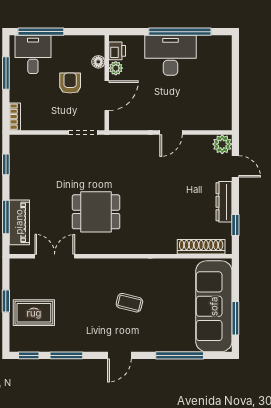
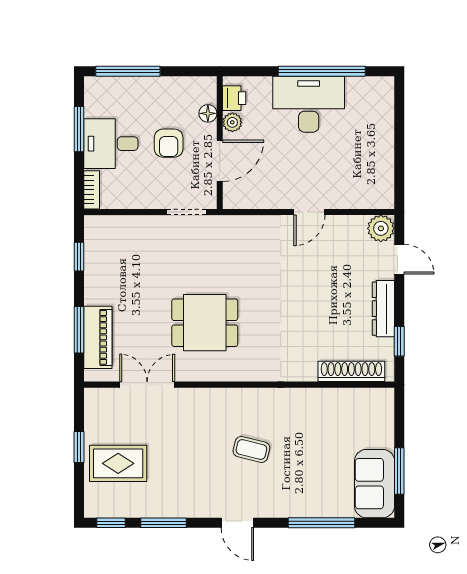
desk: (33, 54) -> (111, 144), moved, turned -90
armchair: (70, 83) -> (169, 143), turned 180
sofa: (214, 306) -> (375, 484), width x0.54, depth x0.79
door: (119, 355) -> (237, 523), hinge flipped

